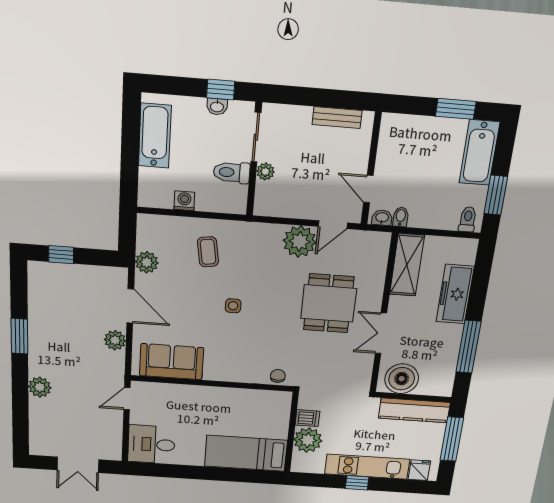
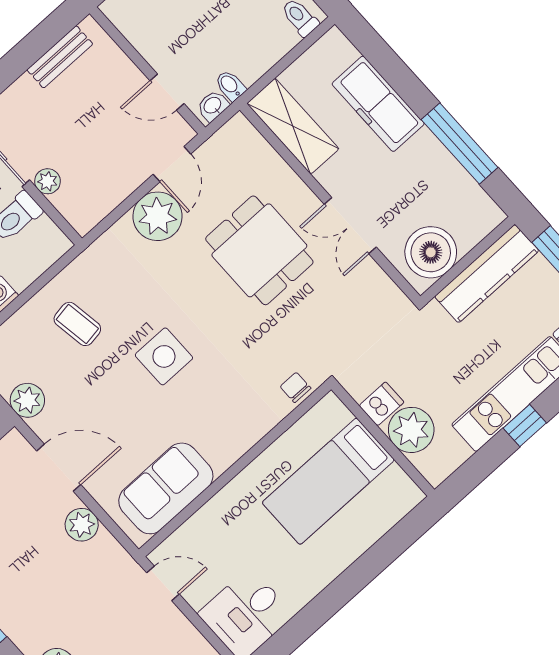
side table: (233, 306) -> (164, 356), width x1.87, depth x1.87
door: (127, 399) -> (163, 583), swing flipped
bed: (246, 453) -> (328, 481), moved

